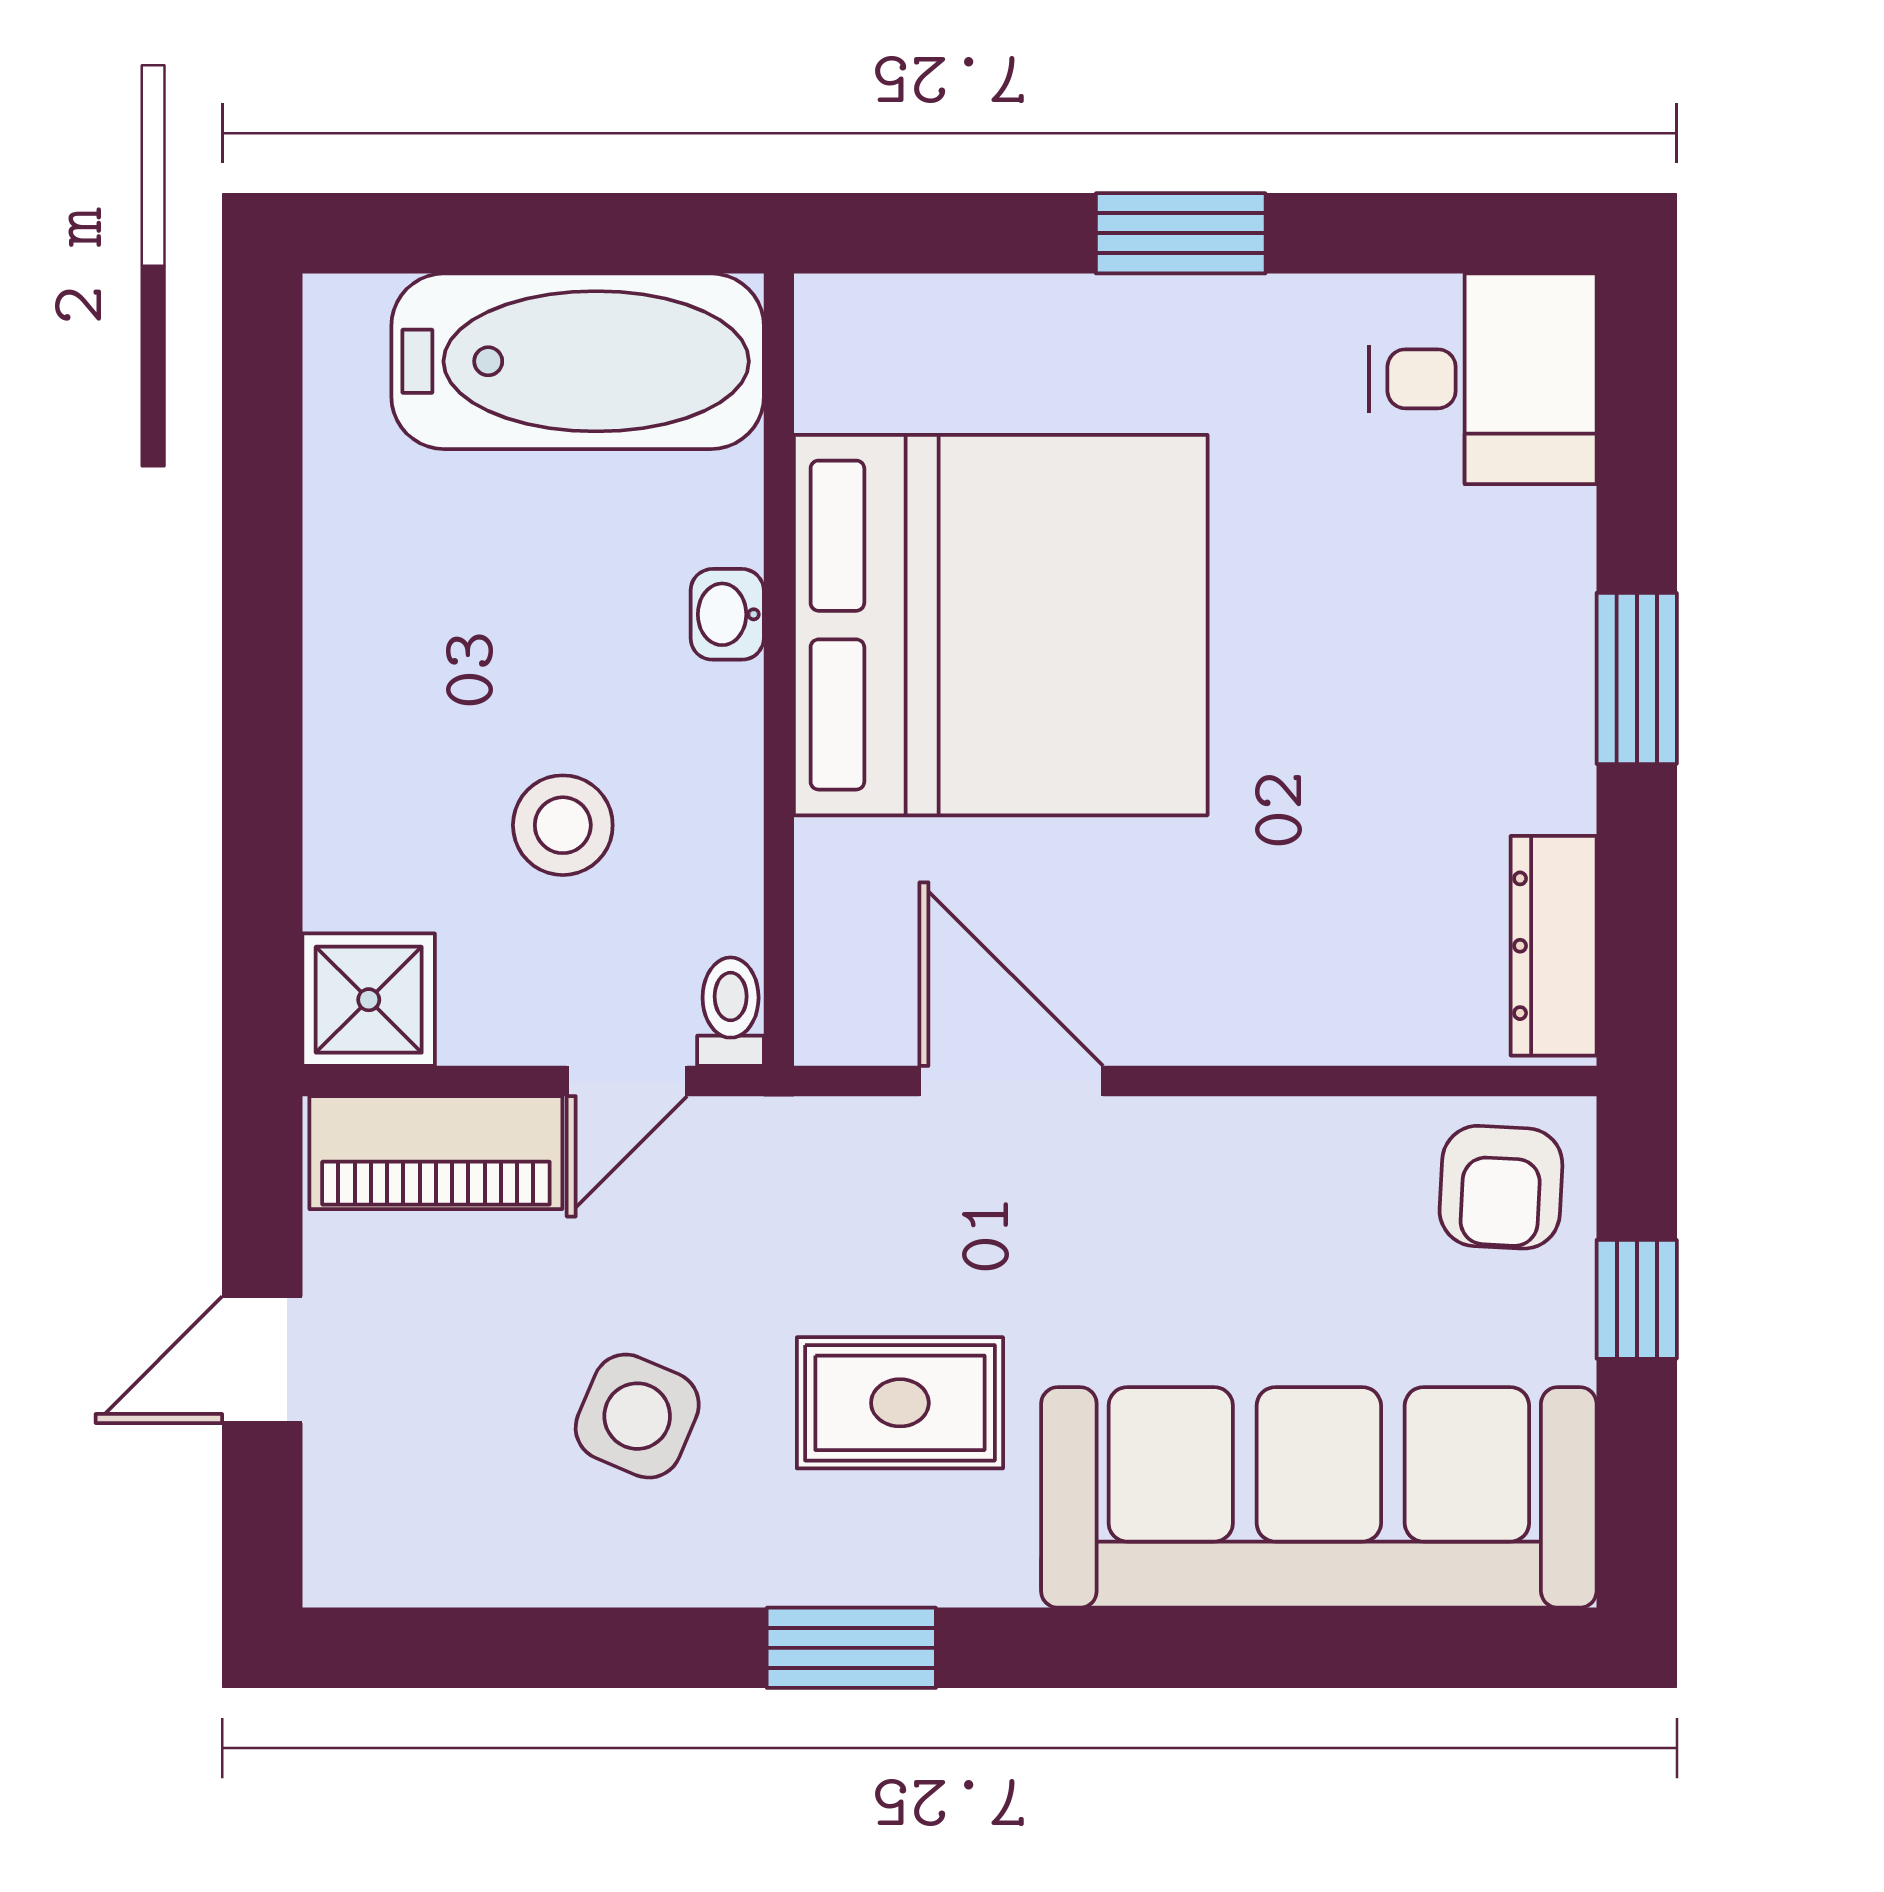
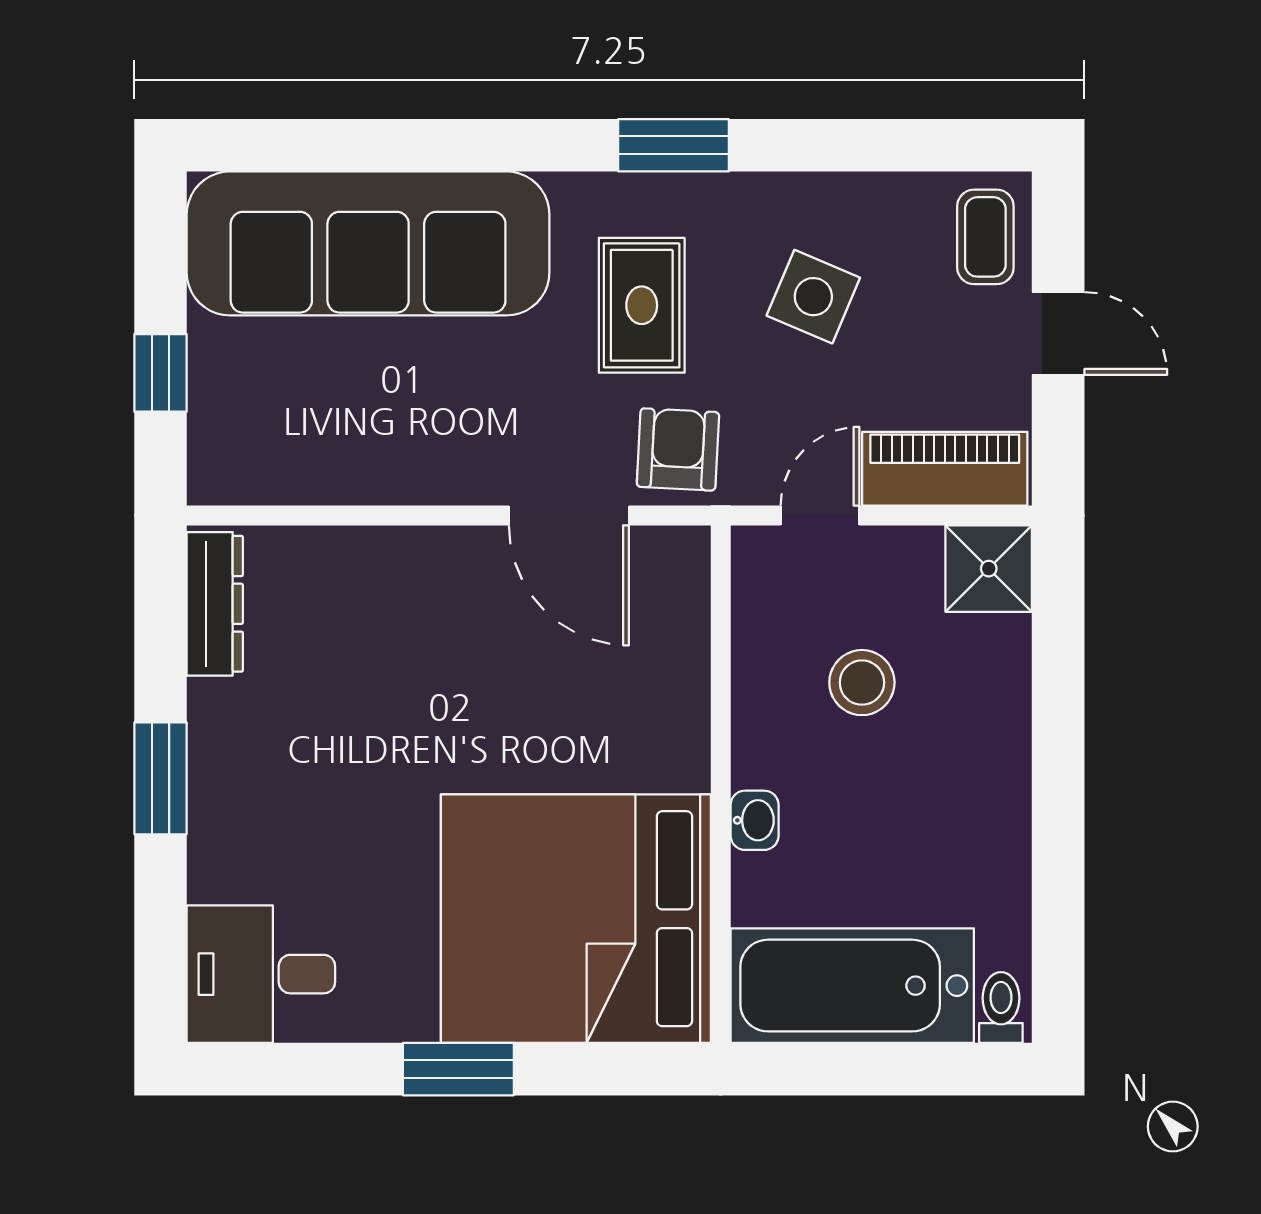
bed: (1001, 625) -> (576, 919), moved
toilet: (731, 1012) -> (1001, 1007), moved, turned 180
armchair: (1501, 1187) -> (678, 449), moved
door: (262, 1360) -> (1058, 333), hinge flipped
rug: (900, 1403) -> (642, 305), turned 90
coffee table: (374, 1507) -> (985, 237), added

